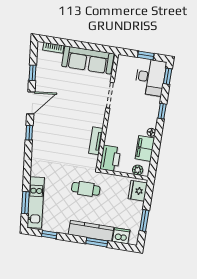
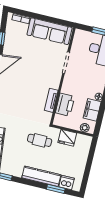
printer: (110, 158) -> (65, 105), moved
fridge: (138, 191) -> (67, 138), moved, turned -90
window: (144, 221) -> (87, 171), removed
window: (97, 242) -> (56, 189), moved

